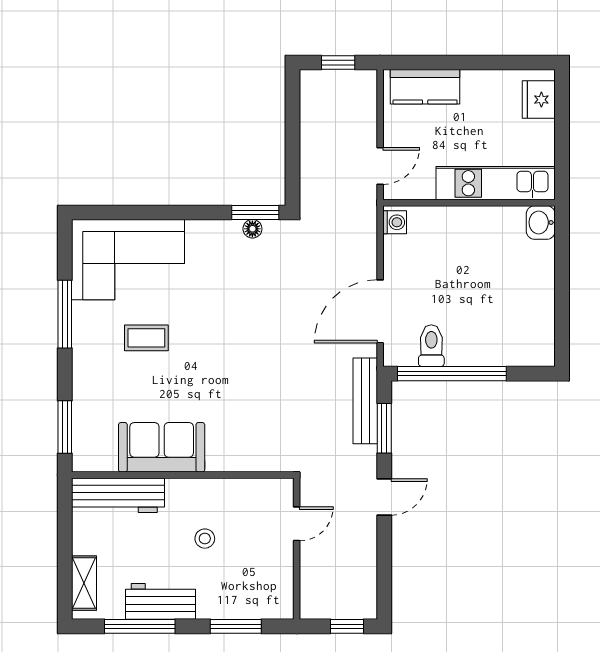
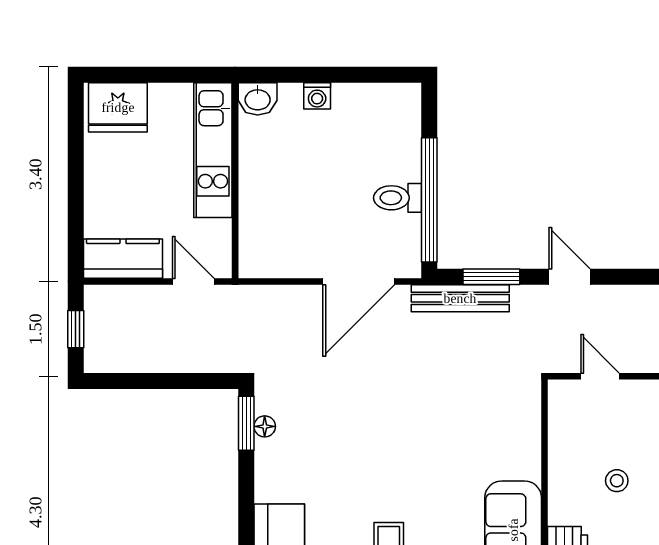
kitchen counter: (425, 87) -> (123, 259), moved, turned -90
fridge: (539, 100) -> (118, 107), width x1.36, depth x1.34
washing machine: (395, 222) -> (317, 96), moved, turned 180
door: (380, 311) -> (359, 281), hinge flipped
toilet: (431, 346) -> (398, 198), moved

